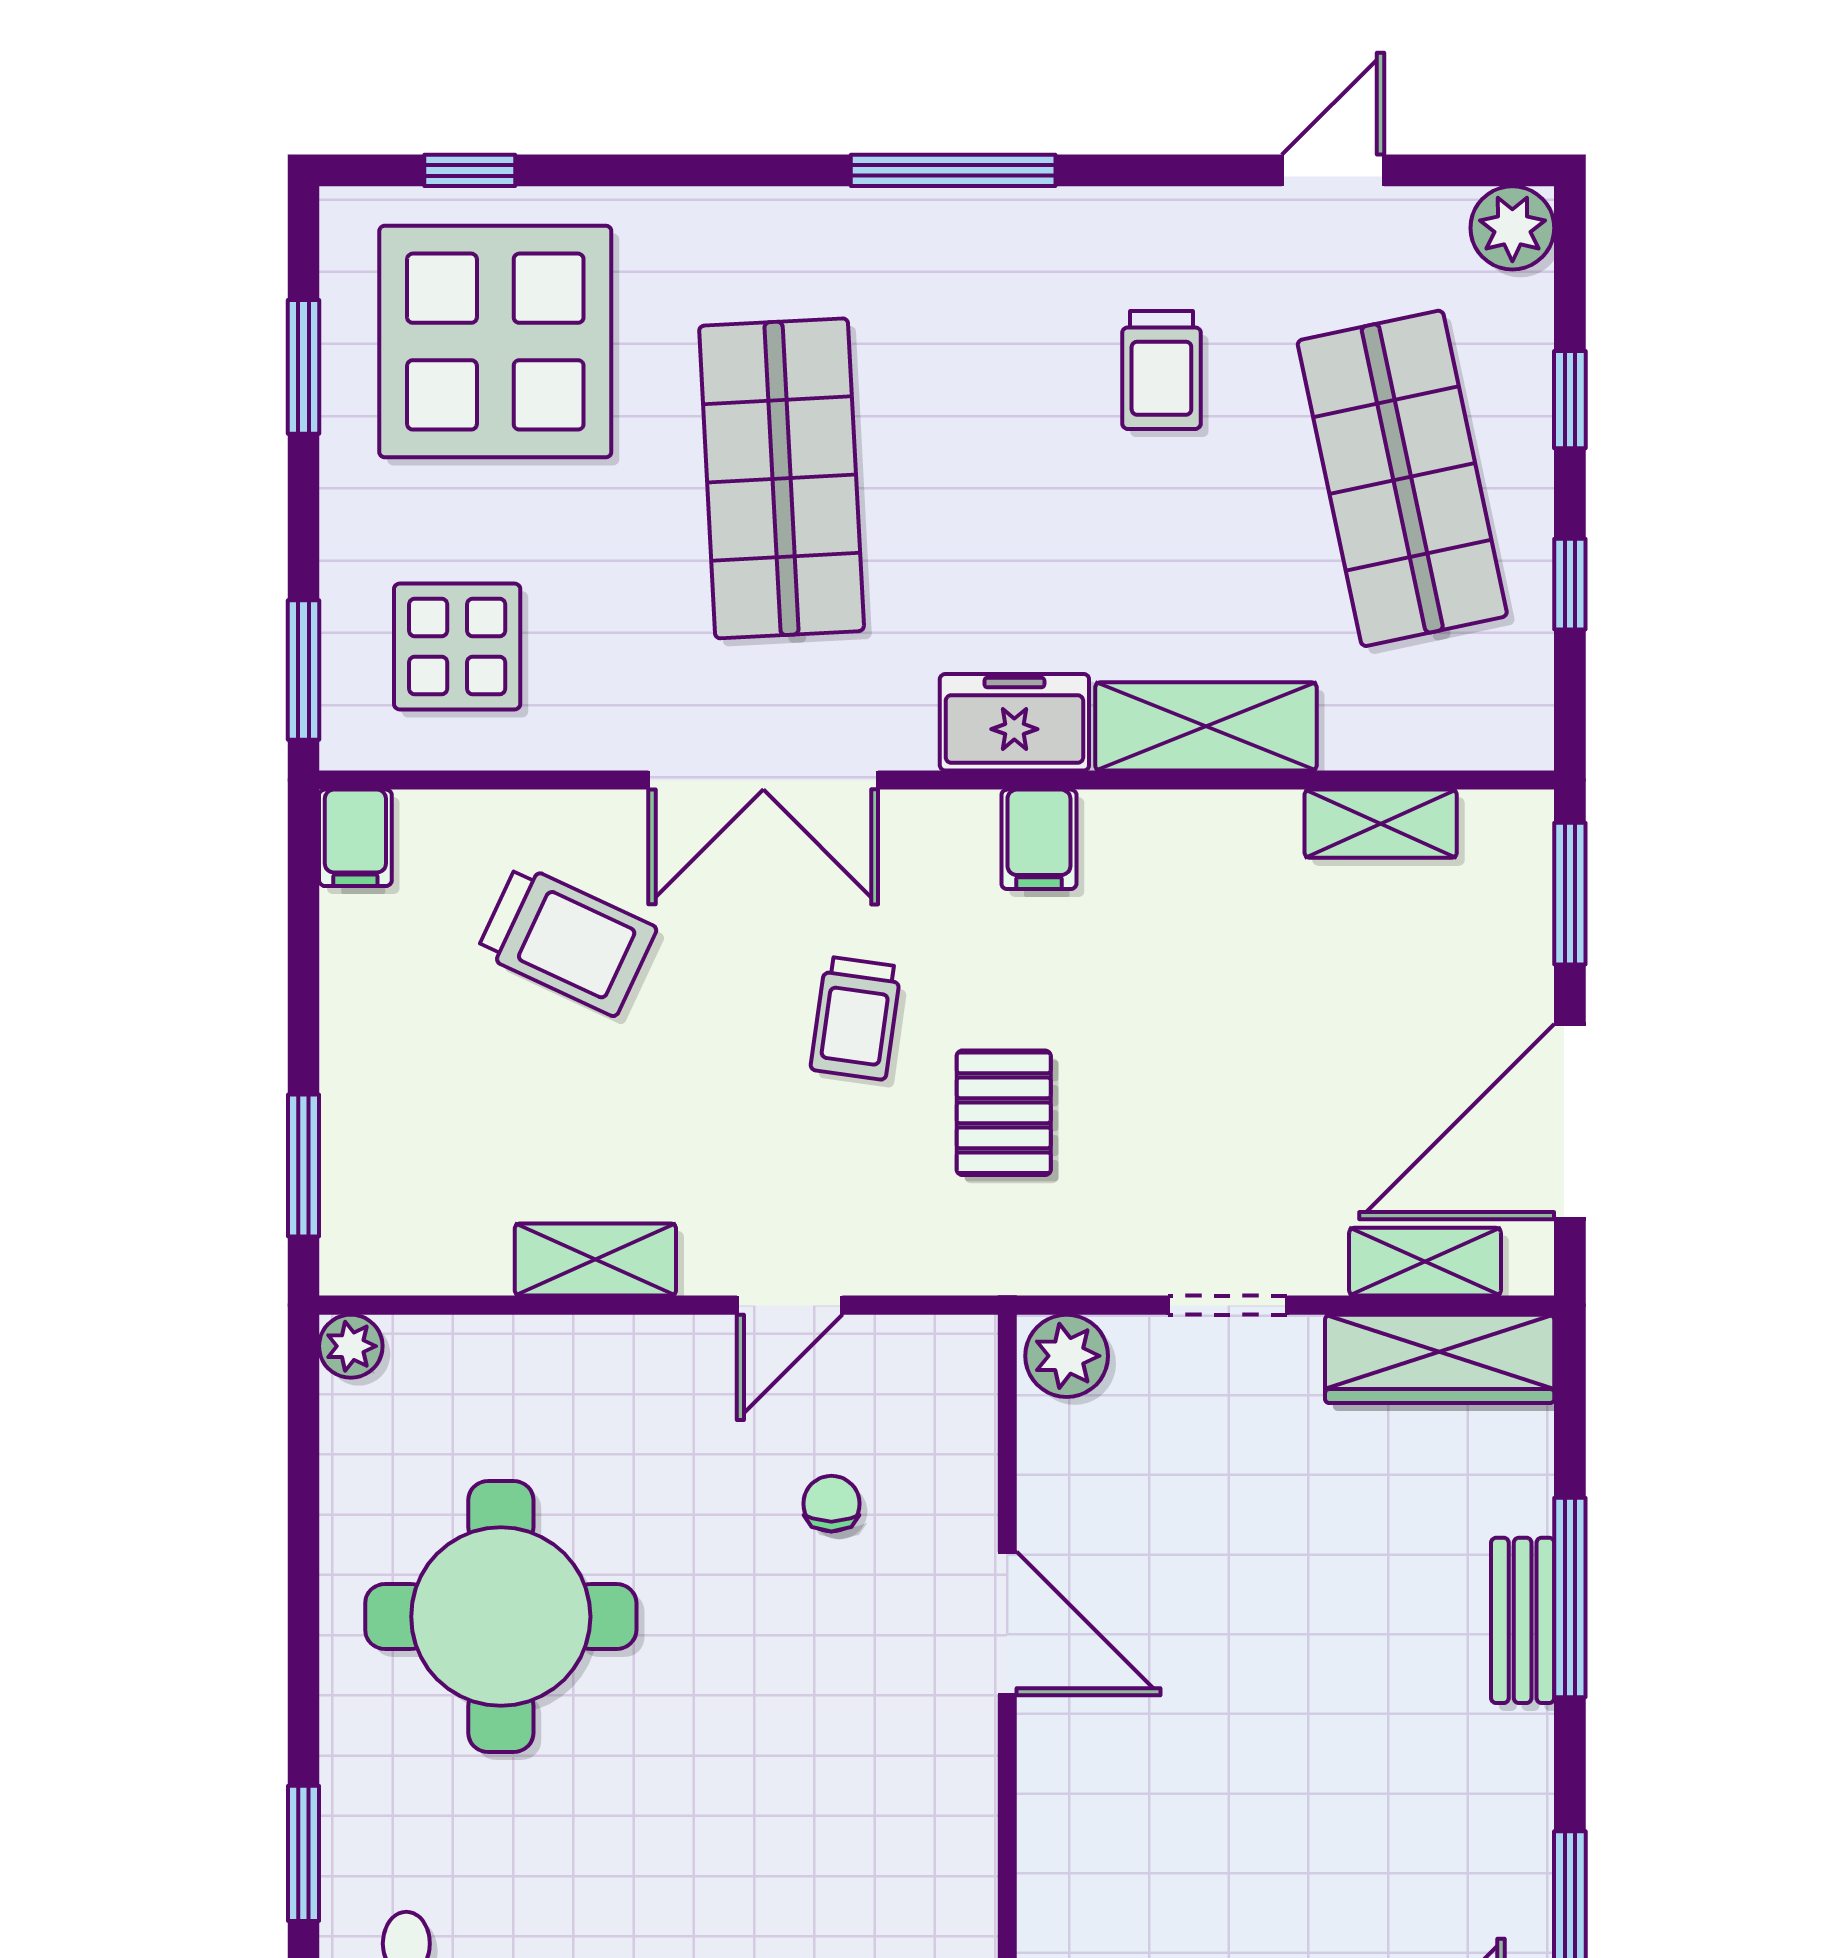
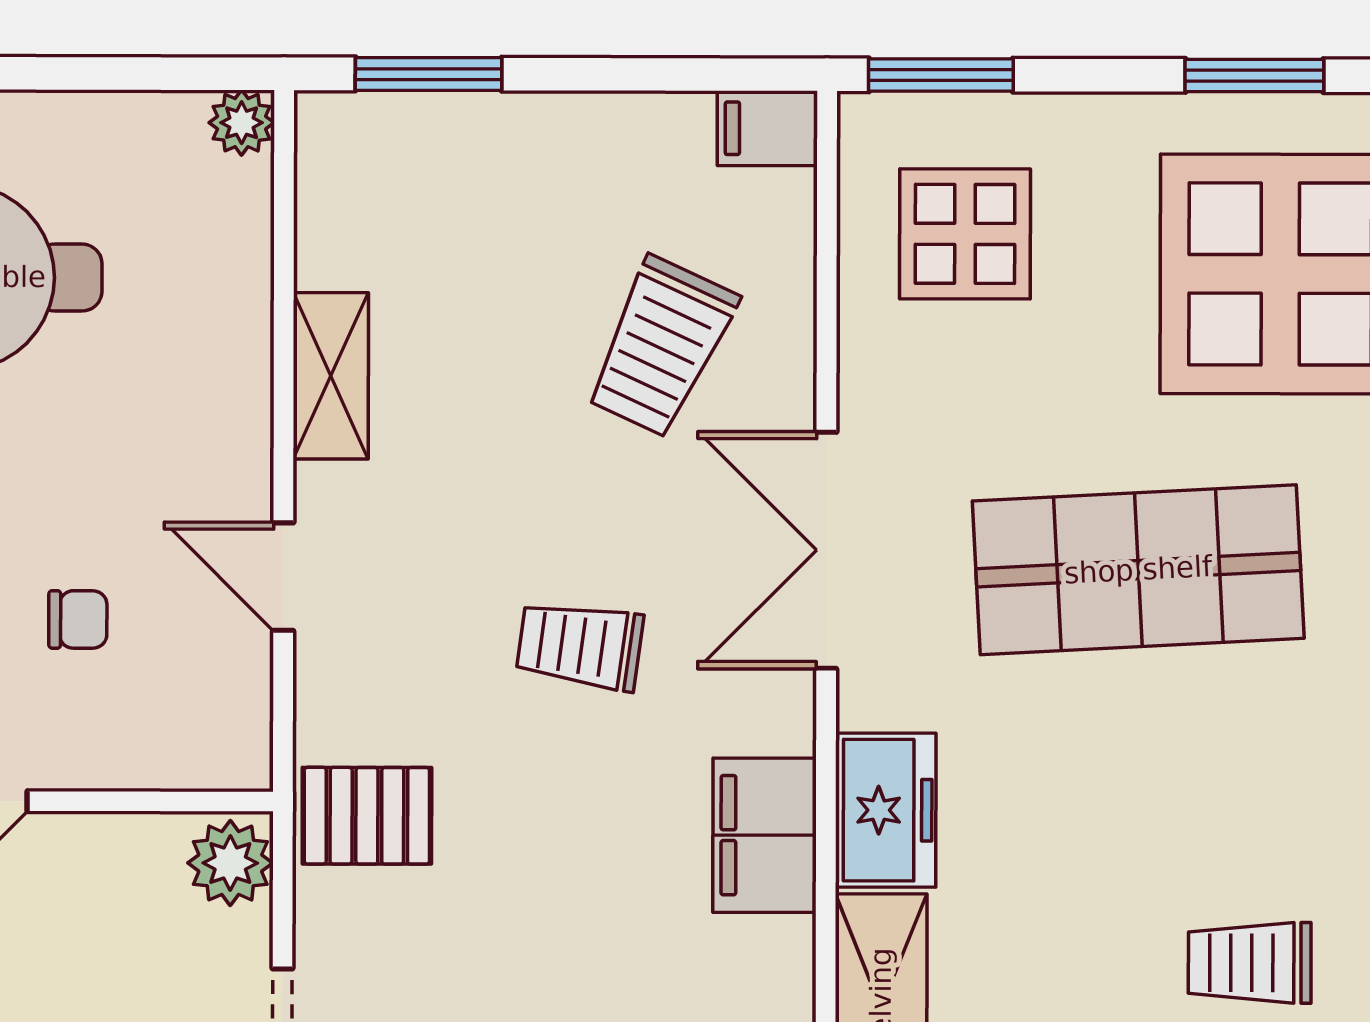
filing cabinet: (1039, 839) -> (764, 835), width x2.00
pallet: (1004, 1113) -> (367, 816), moved

